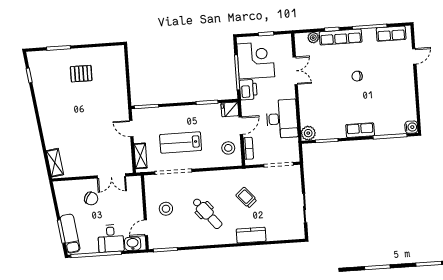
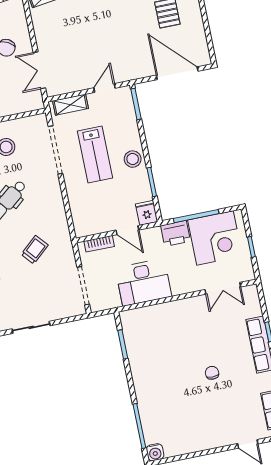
plant: (313, 38) -> (255, 309), removed
double door: (295, 71) -> (223, 288), moved
door: (127, 72) -> (177, 73), added
row of seats: (360, 130) -> (142, 386), removed
plant: (308, 133) -> (129, 319), removed
lab bench: (181, 142) -> (95, 155), turned 180
stool: (228, 148) -> (133, 159), moved

